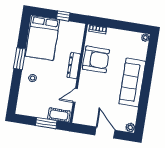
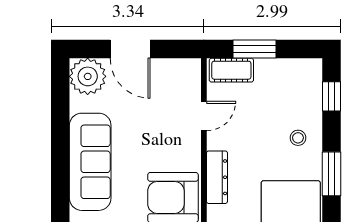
window: (14, 95) -> (331, 96), added
plant: (130, 128) -> (88, 76), width x1.88, depth x1.88

